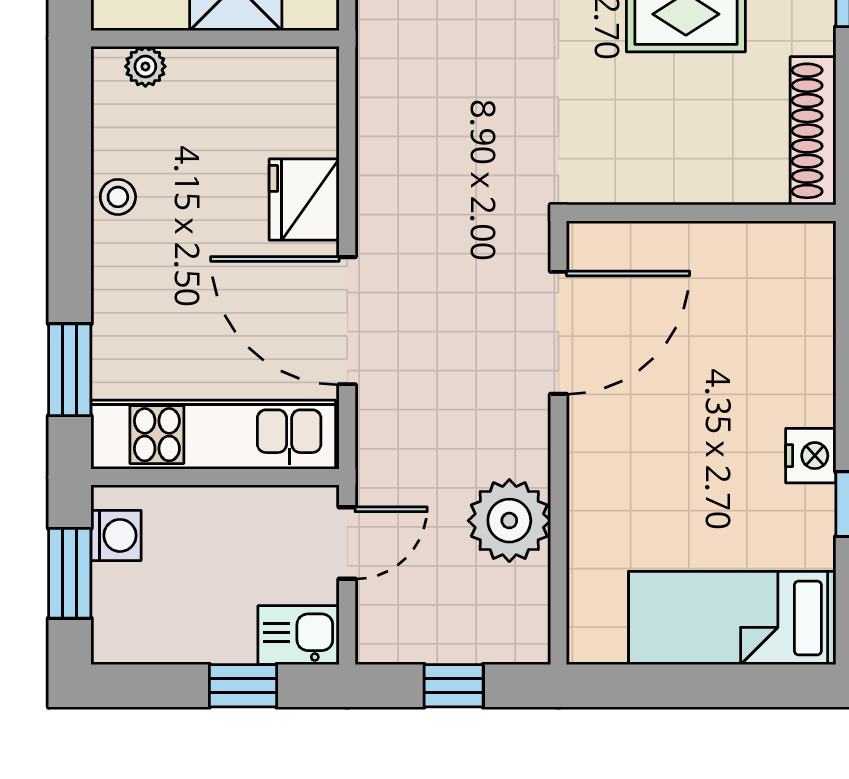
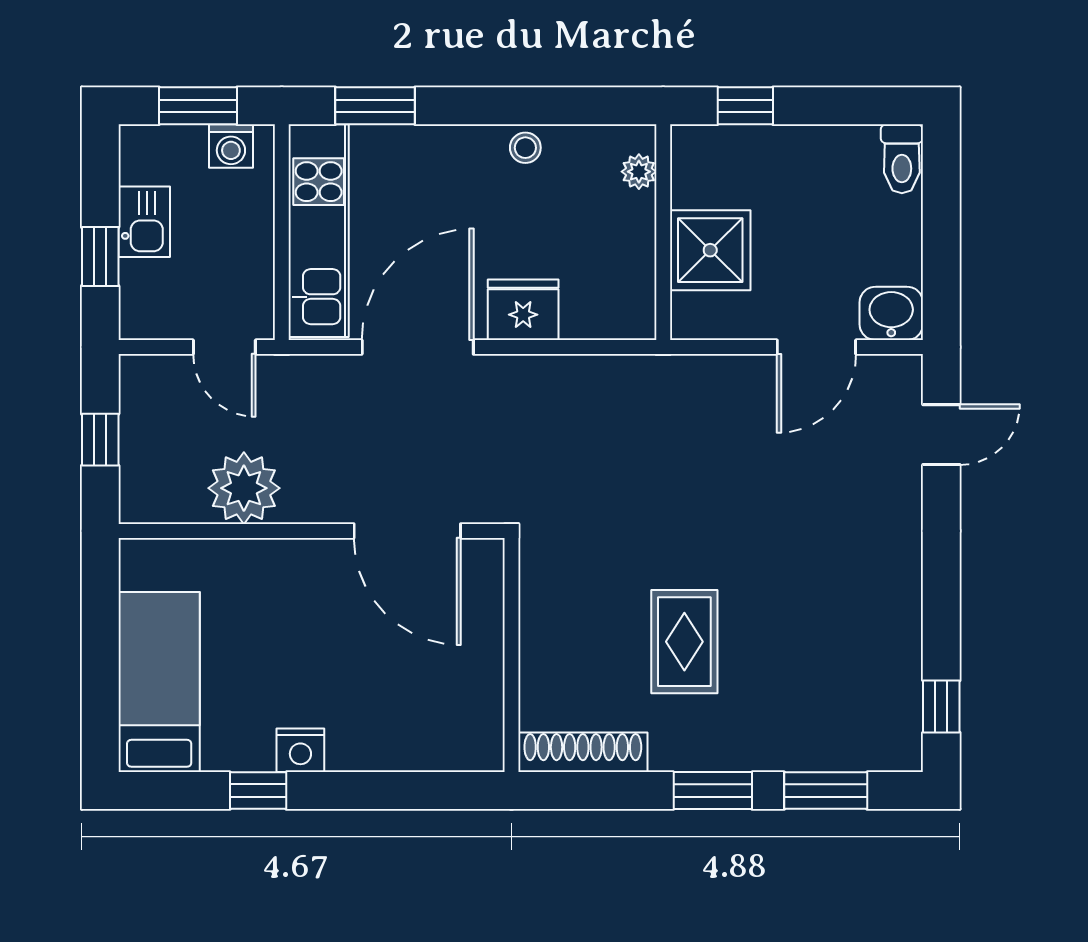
kitchen sink: (299, 635) -> (144, 222), moved

